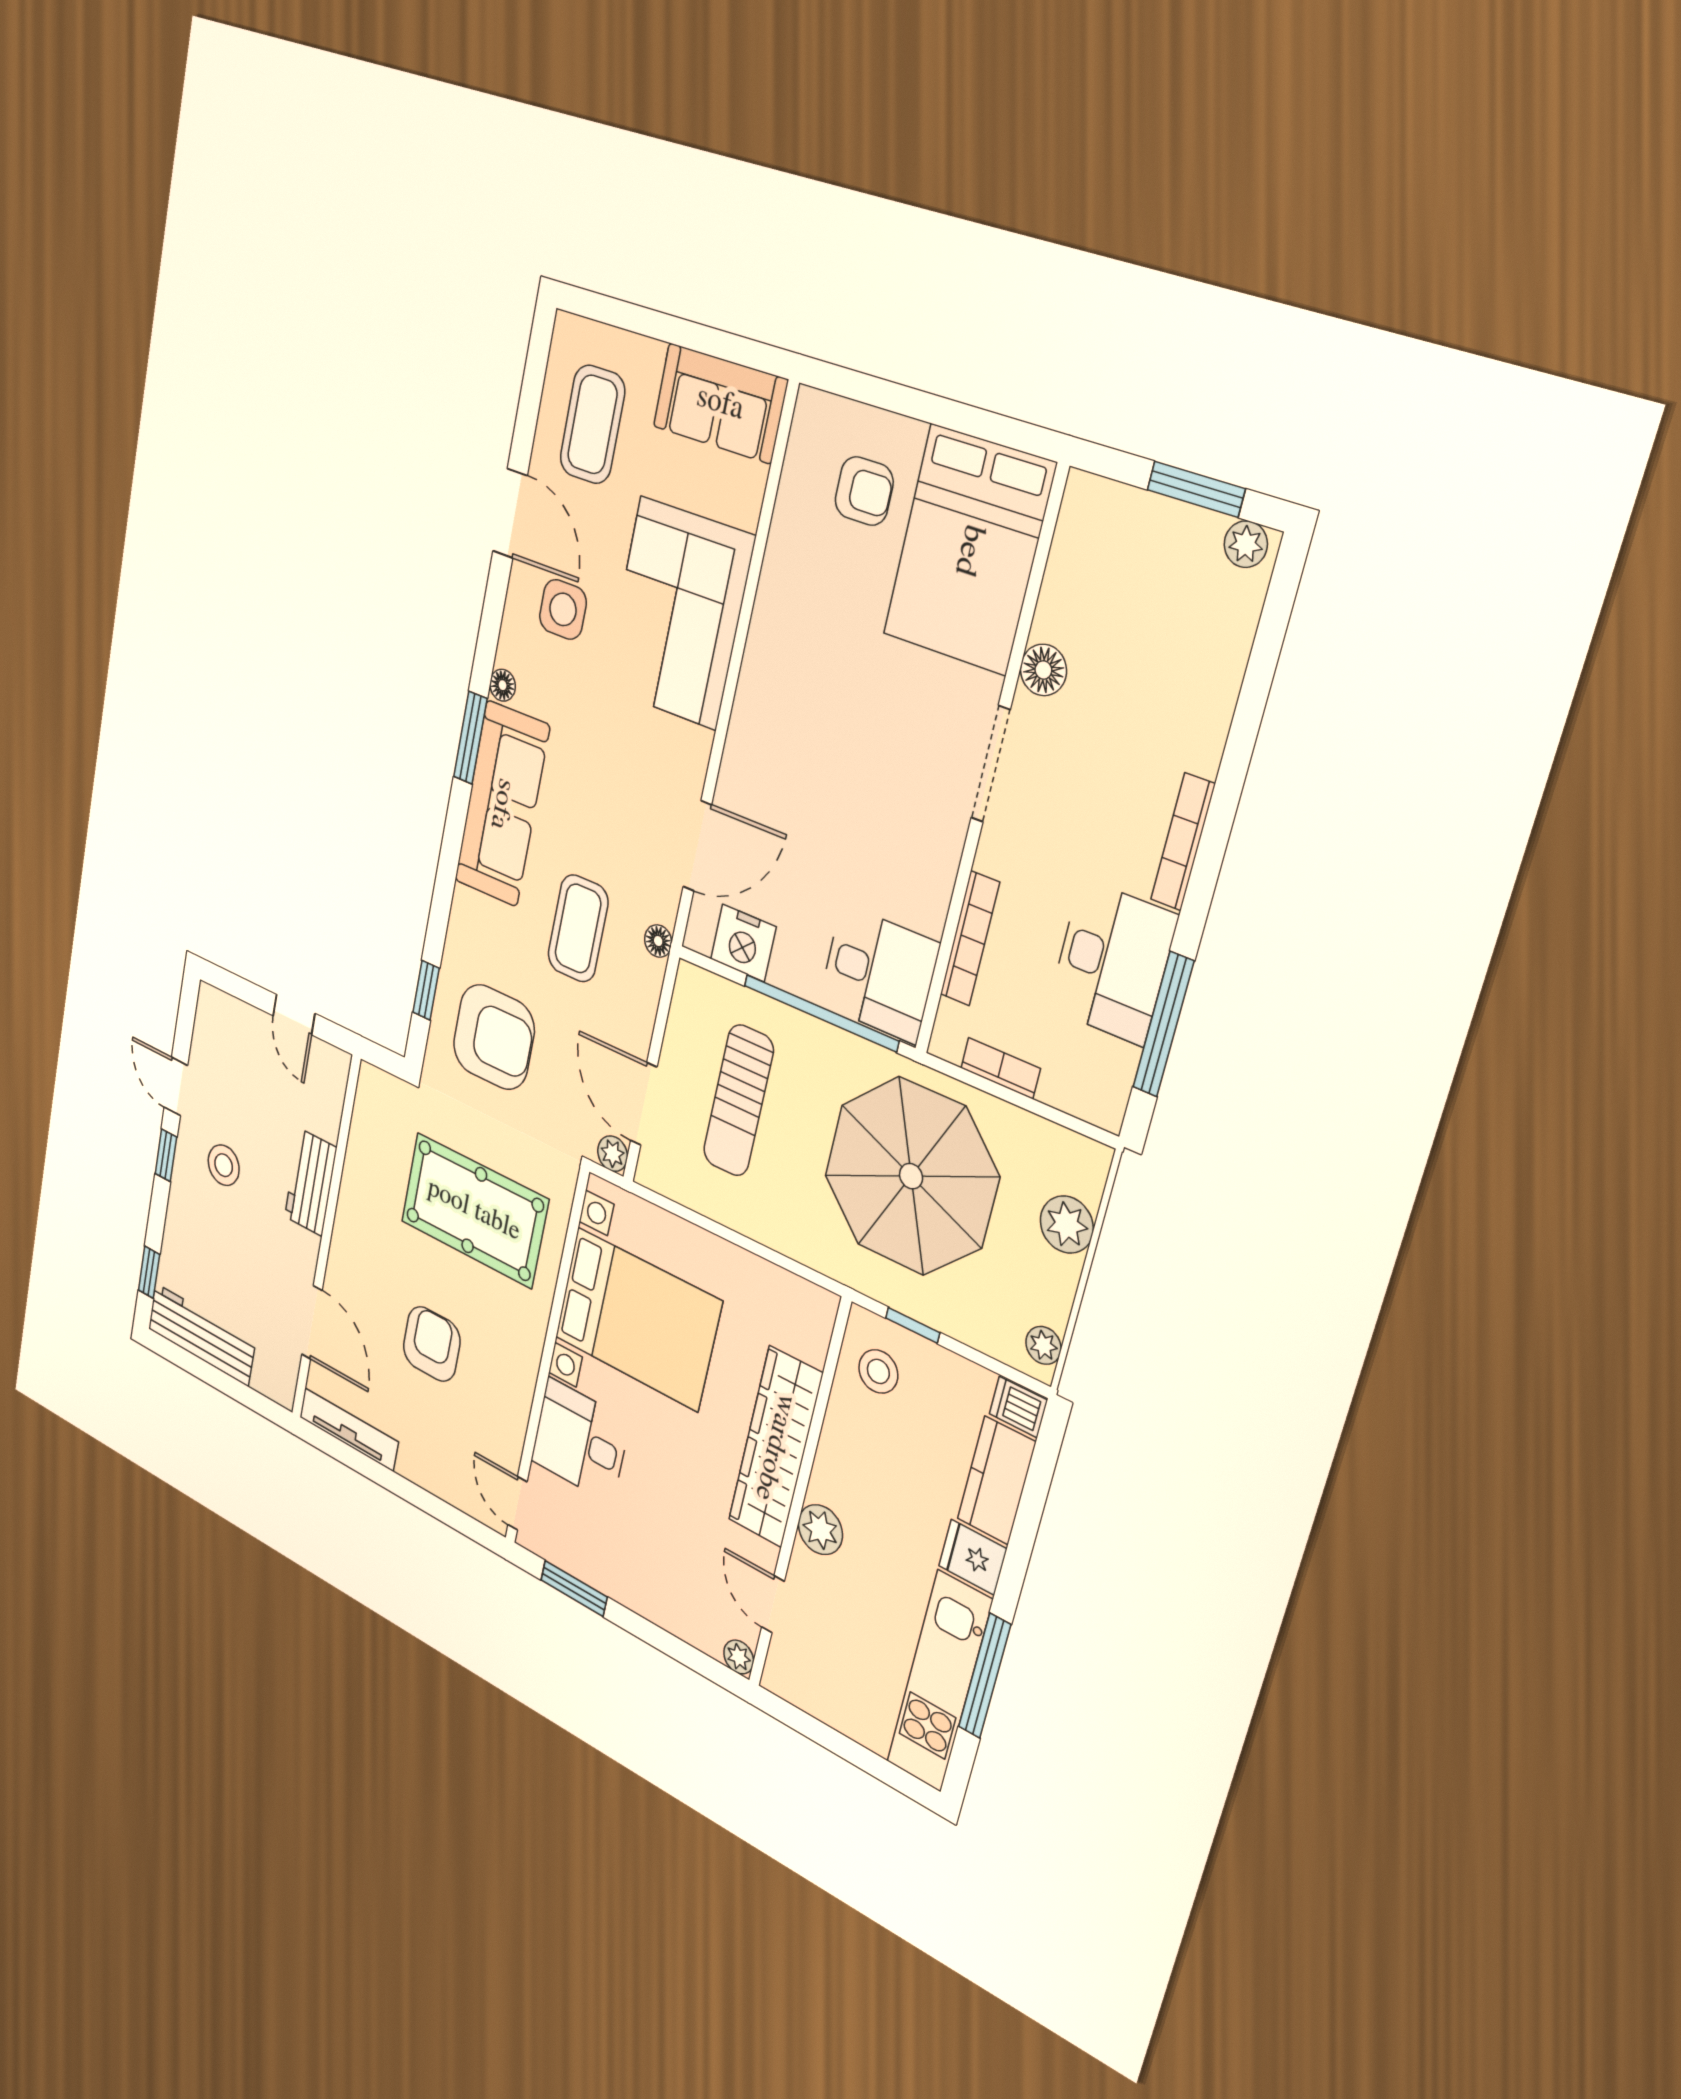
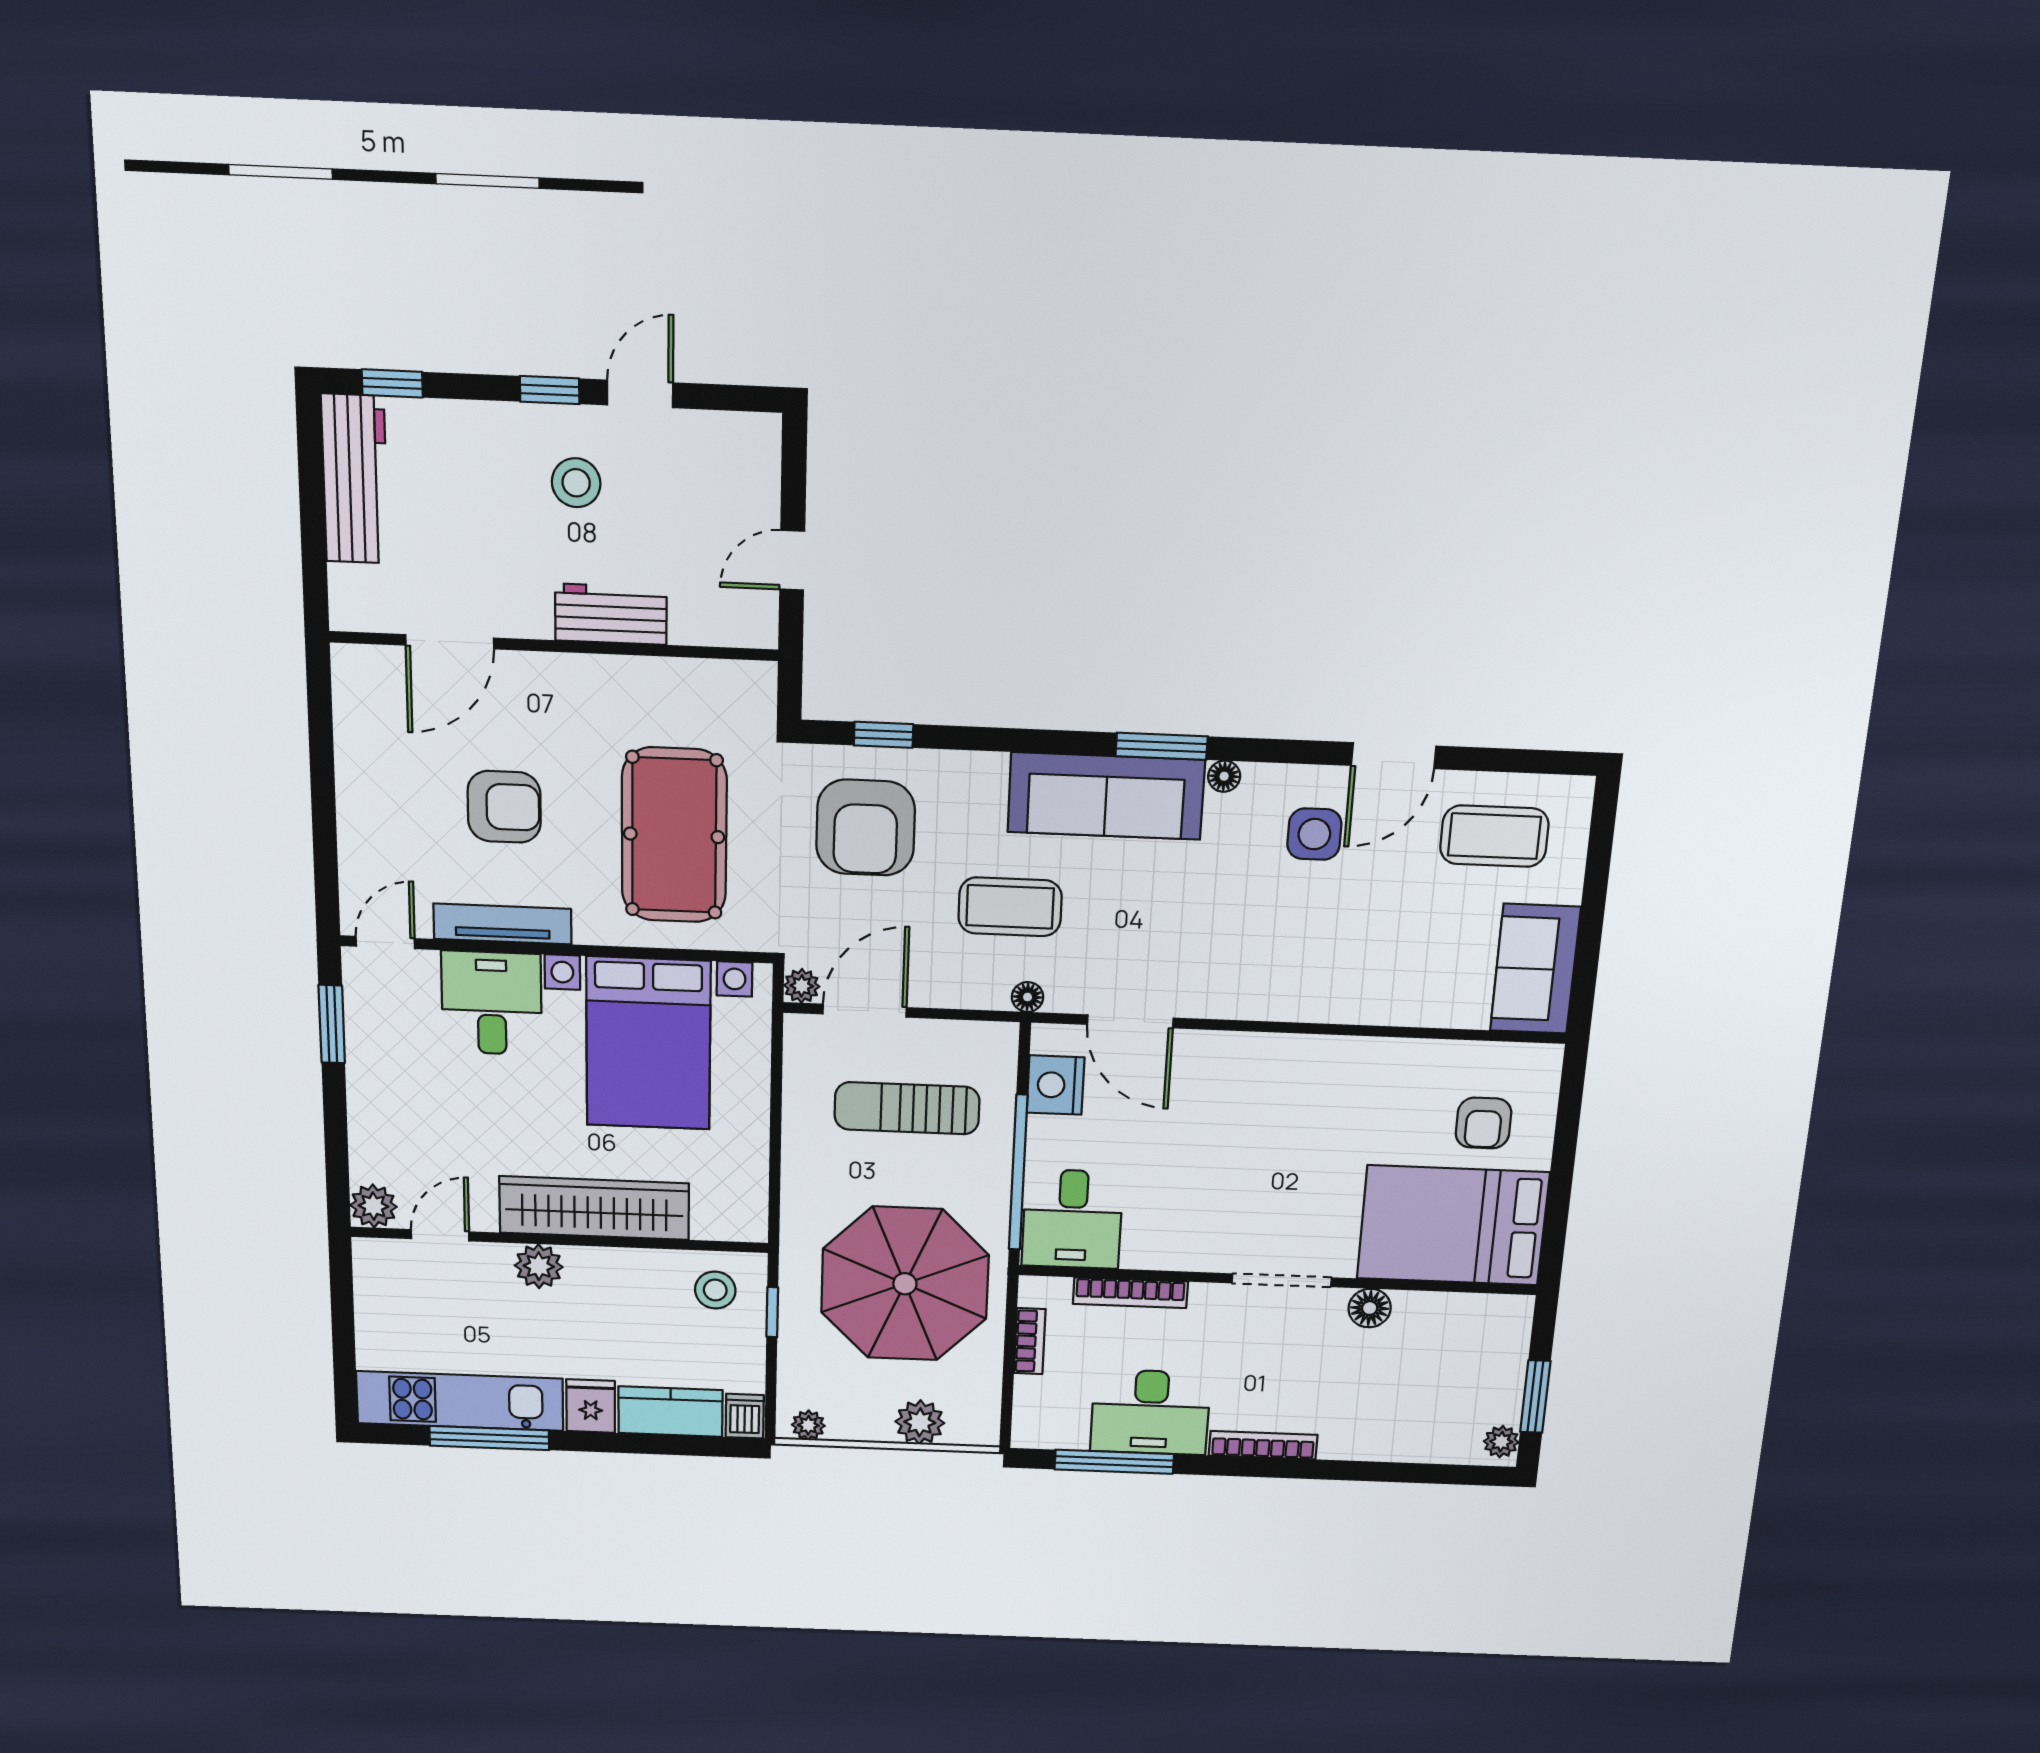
corner sofa: (678, 613) -> (1339, 961), removed
tv unit: (349, 1429) -> (503, 924), moved, turned -90
plant: (739, 1657) -> (373, 1206), width x1.38, depth x1.38

